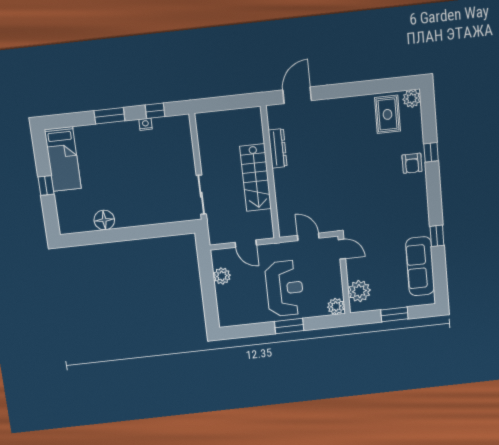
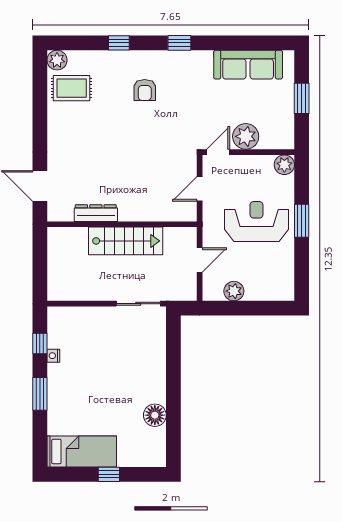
armchair: (412, 163) -> (145, 90), moved, turned 90
window: (437, 236) -> (179, 43), moved
plant: (359, 291) -> (246, 136), moved

